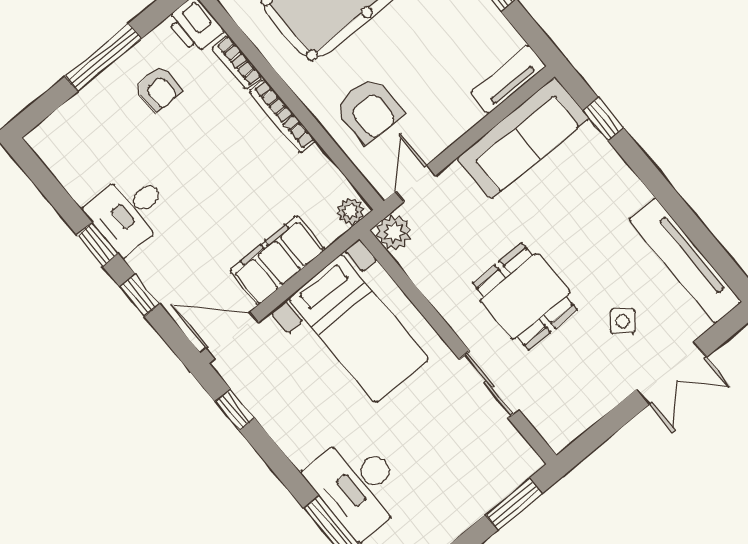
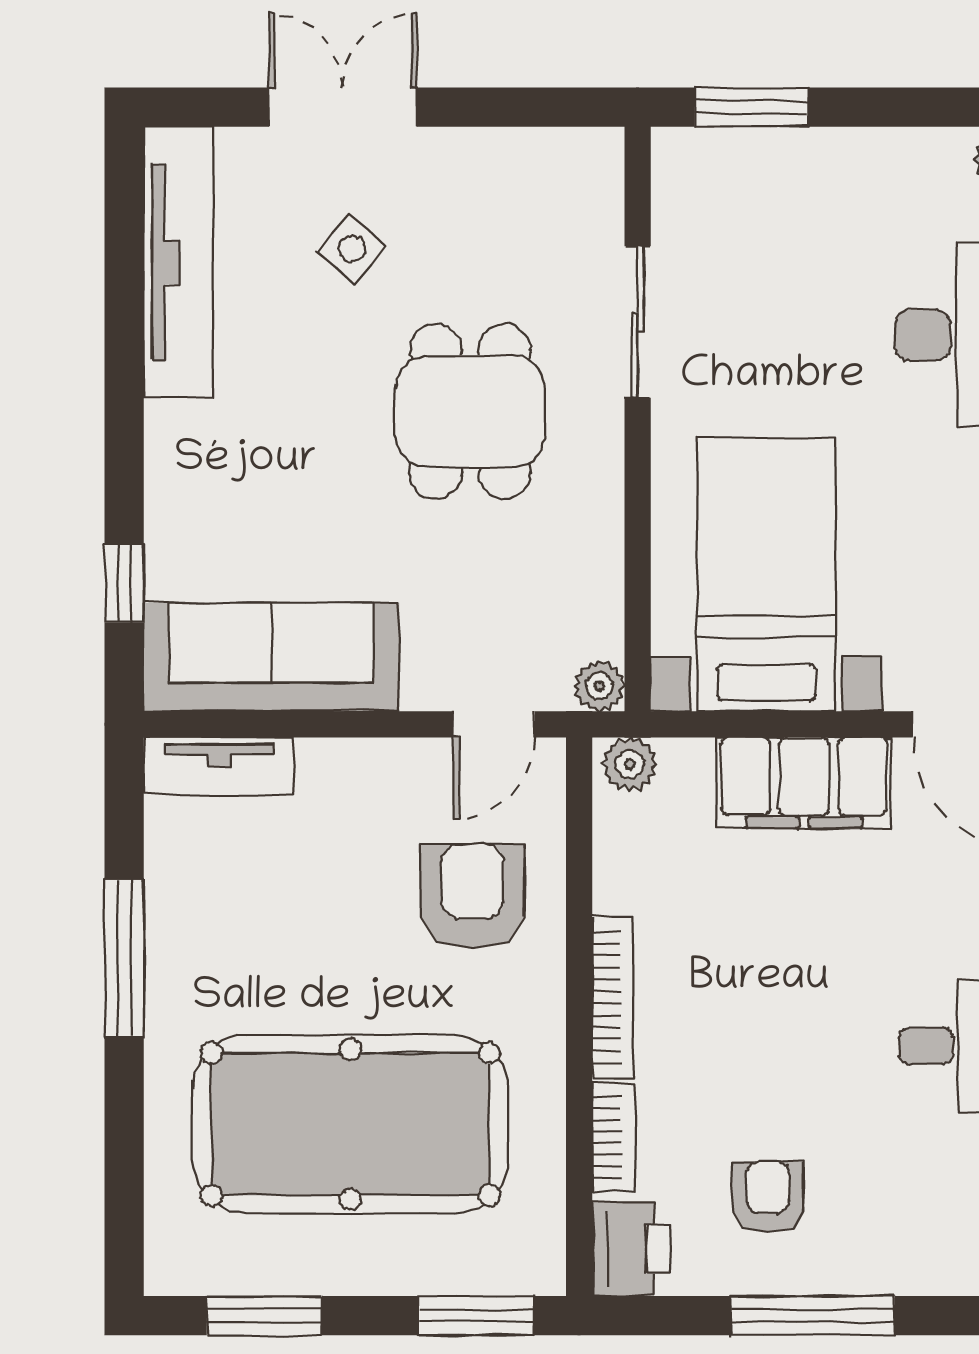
plant: (394, 232) -> (599, 686), width x0.73, depth x0.73

